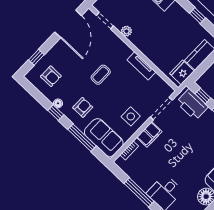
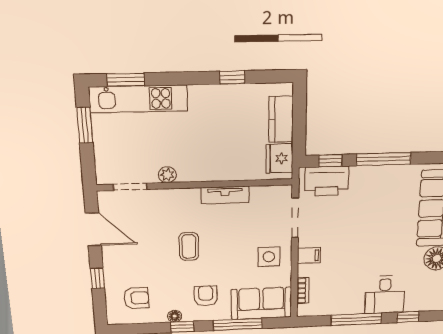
door: (68, 24) -> (93, 229), width x0.73
window: (36, 57) -> (97, 278), moved
filing cabinet: (149, 134) -> (309, 256), width x0.50

